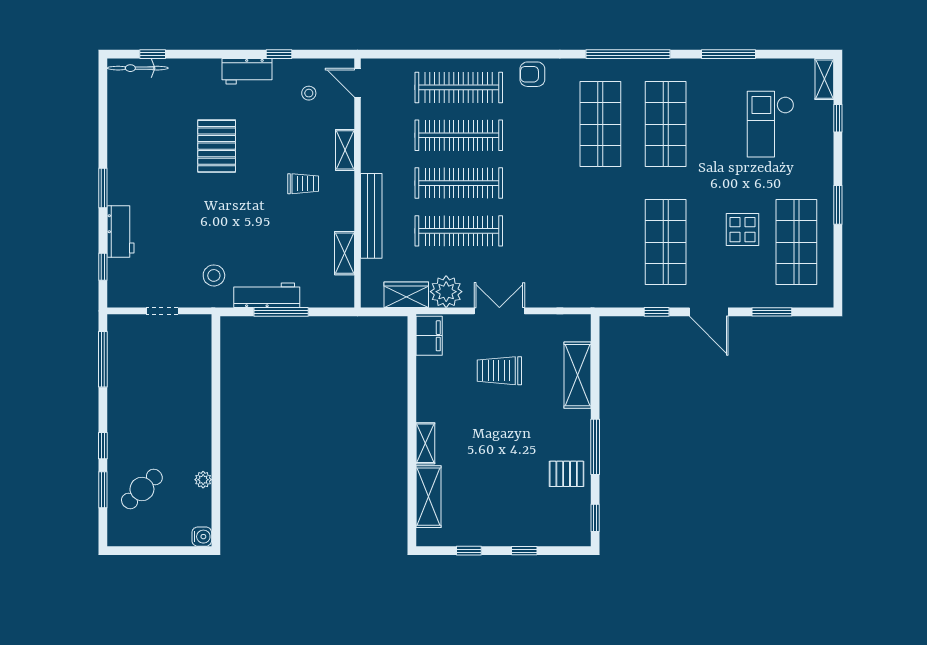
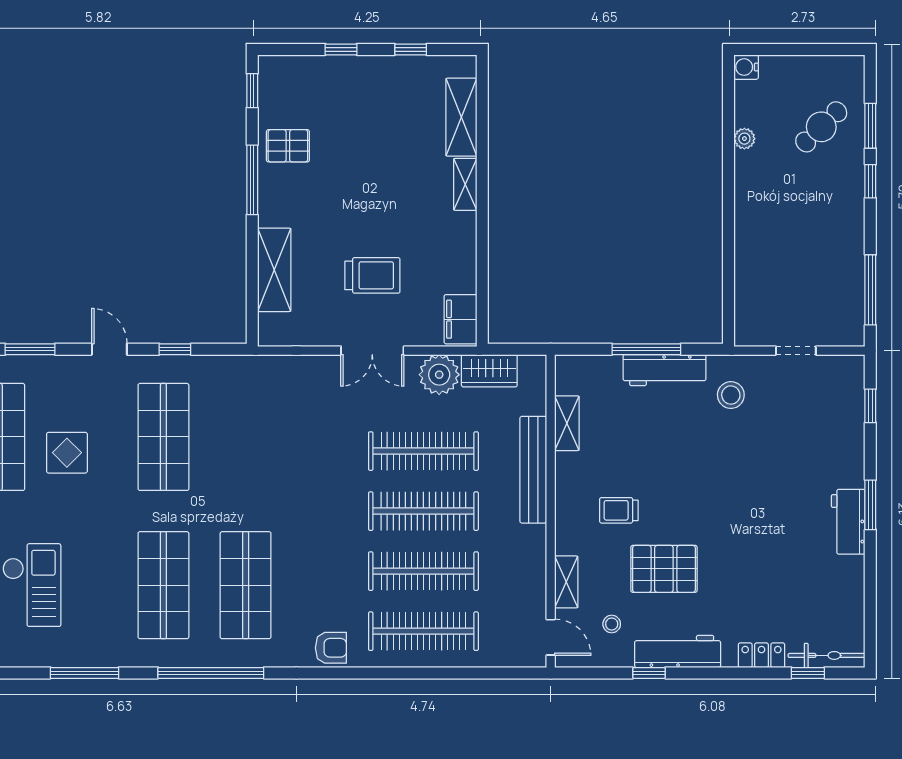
locker: (190, 68) -> (762, 655), added
workbench: (247, 71) -> (678, 651), width x1.37
pallet: (217, 146) -> (664, 569), moved, turned 90
shelving: (345, 150) -> (566, 582), moved
workbench: (120, 231) -> (848, 522), moved
door: (709, 312) -> (109, 349), width x0.73

